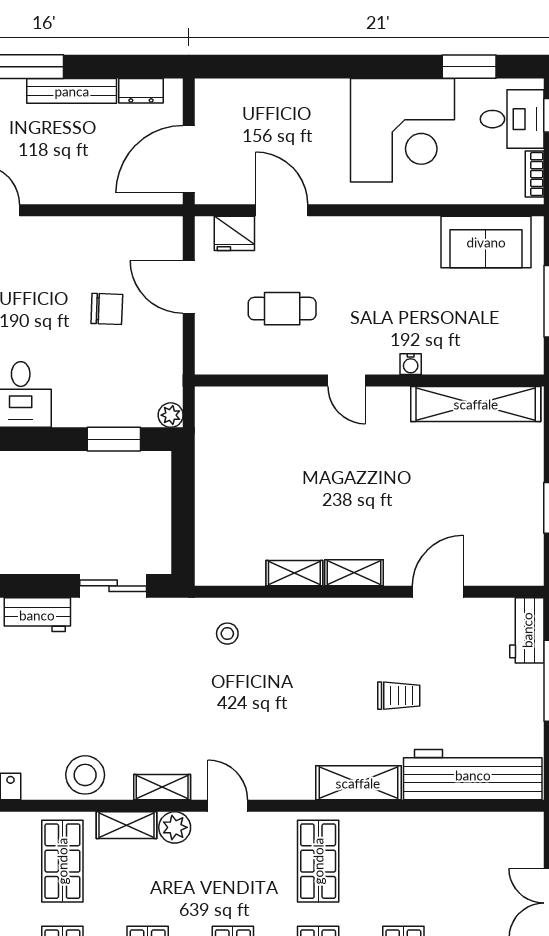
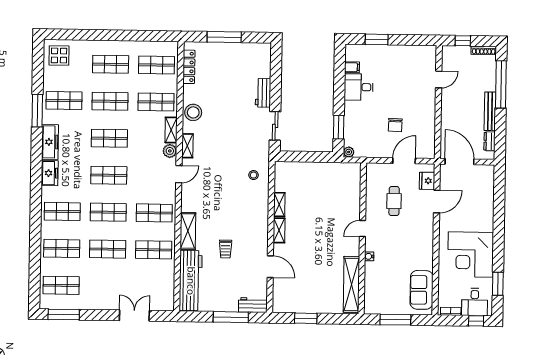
shop shelf: (403, 861) -> (154, 250), added

